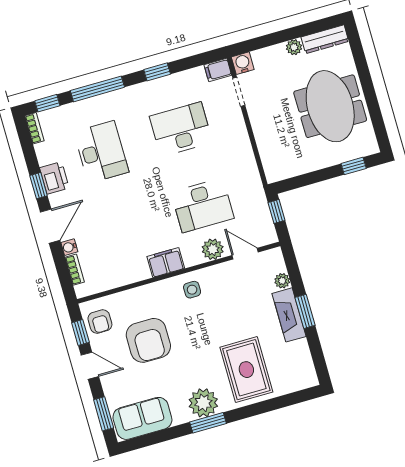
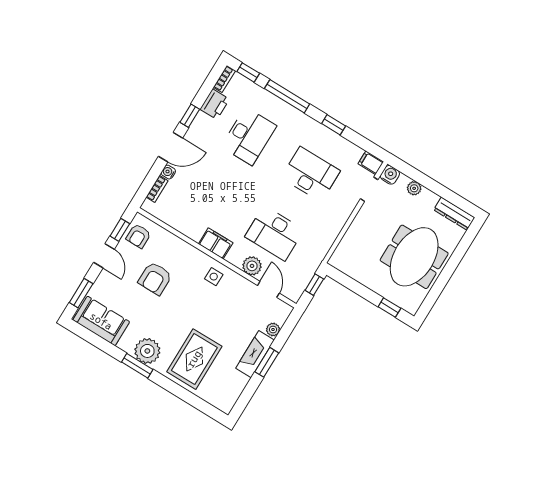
plant: (294, 47) -> (414, 188), moved
printer: (54, 178) -> (215, 104), moved
armchair: (148, 340) -> (155, 278), width x0.73, depth x0.73

